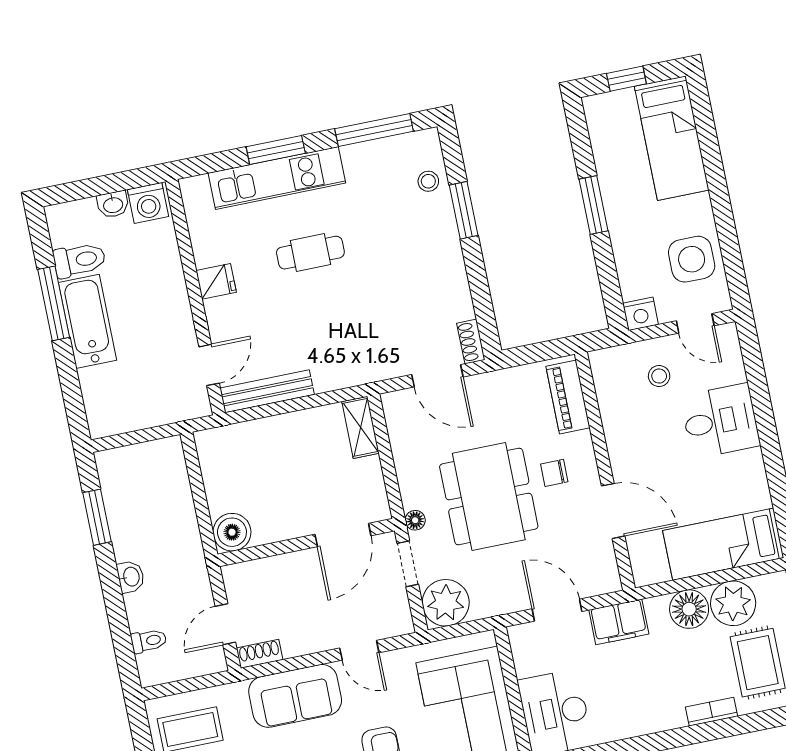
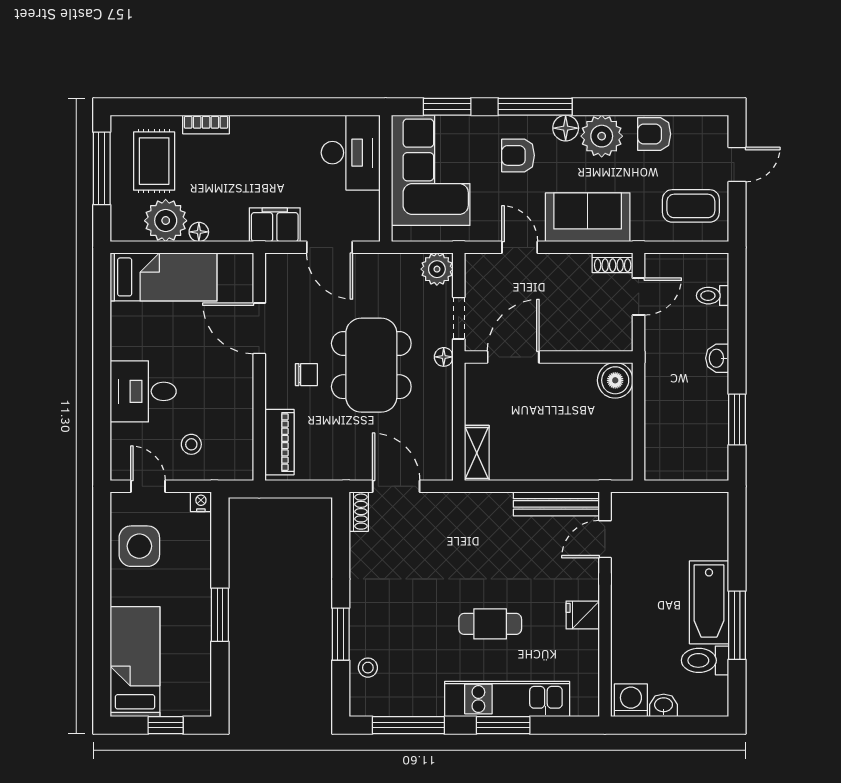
nightstand: (640, 314) -> (201, 502), width x0.72, depth x0.74
plant: (446, 603) -> (437, 269), width x0.73, depth x0.73
floor lamp: (689, 609) -> (199, 232), width x0.53, depth x0.53

